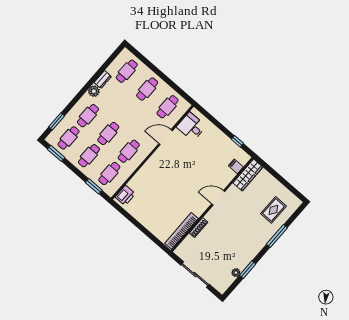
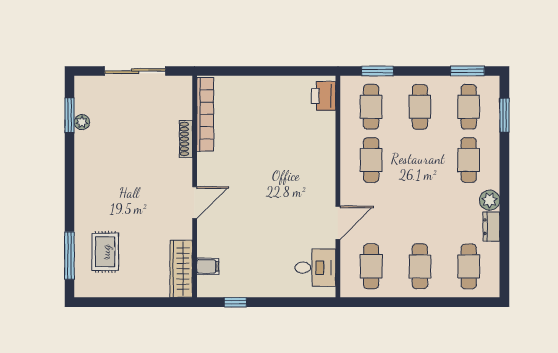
cafe table: (108, 133) -> (420, 160), removed
window: (277, 236) -> (70, 256), moved
window: (248, 270) -> (70, 115), moved

